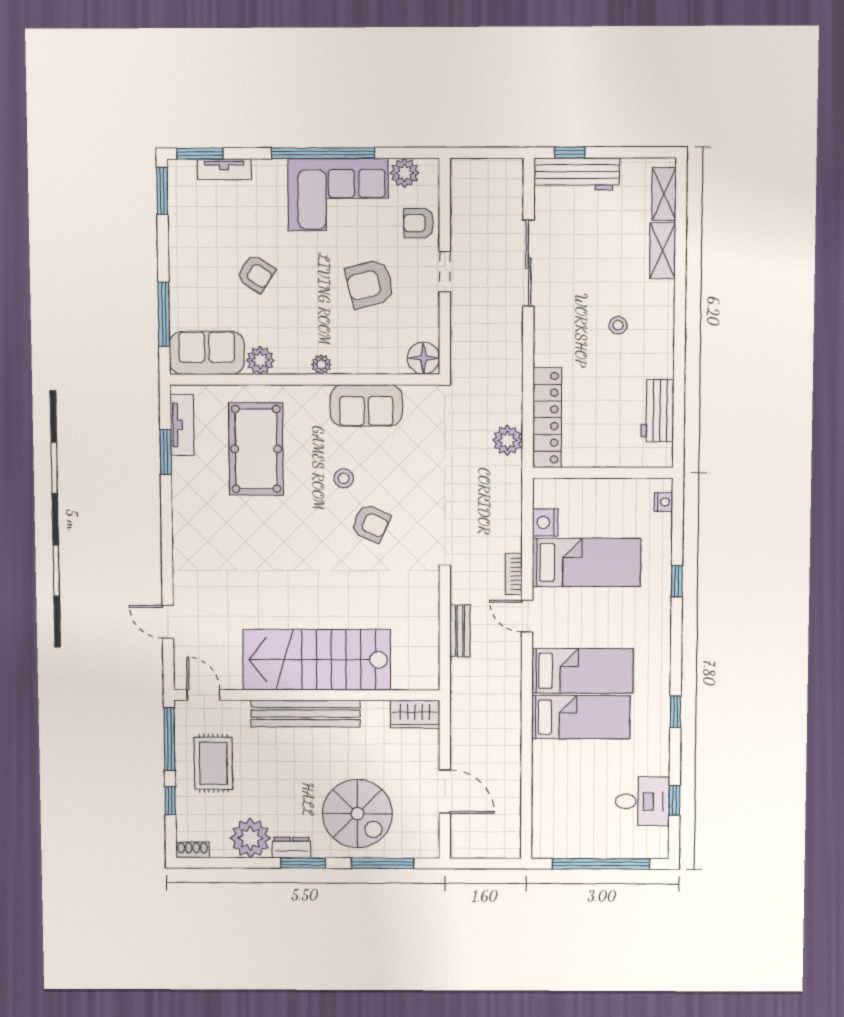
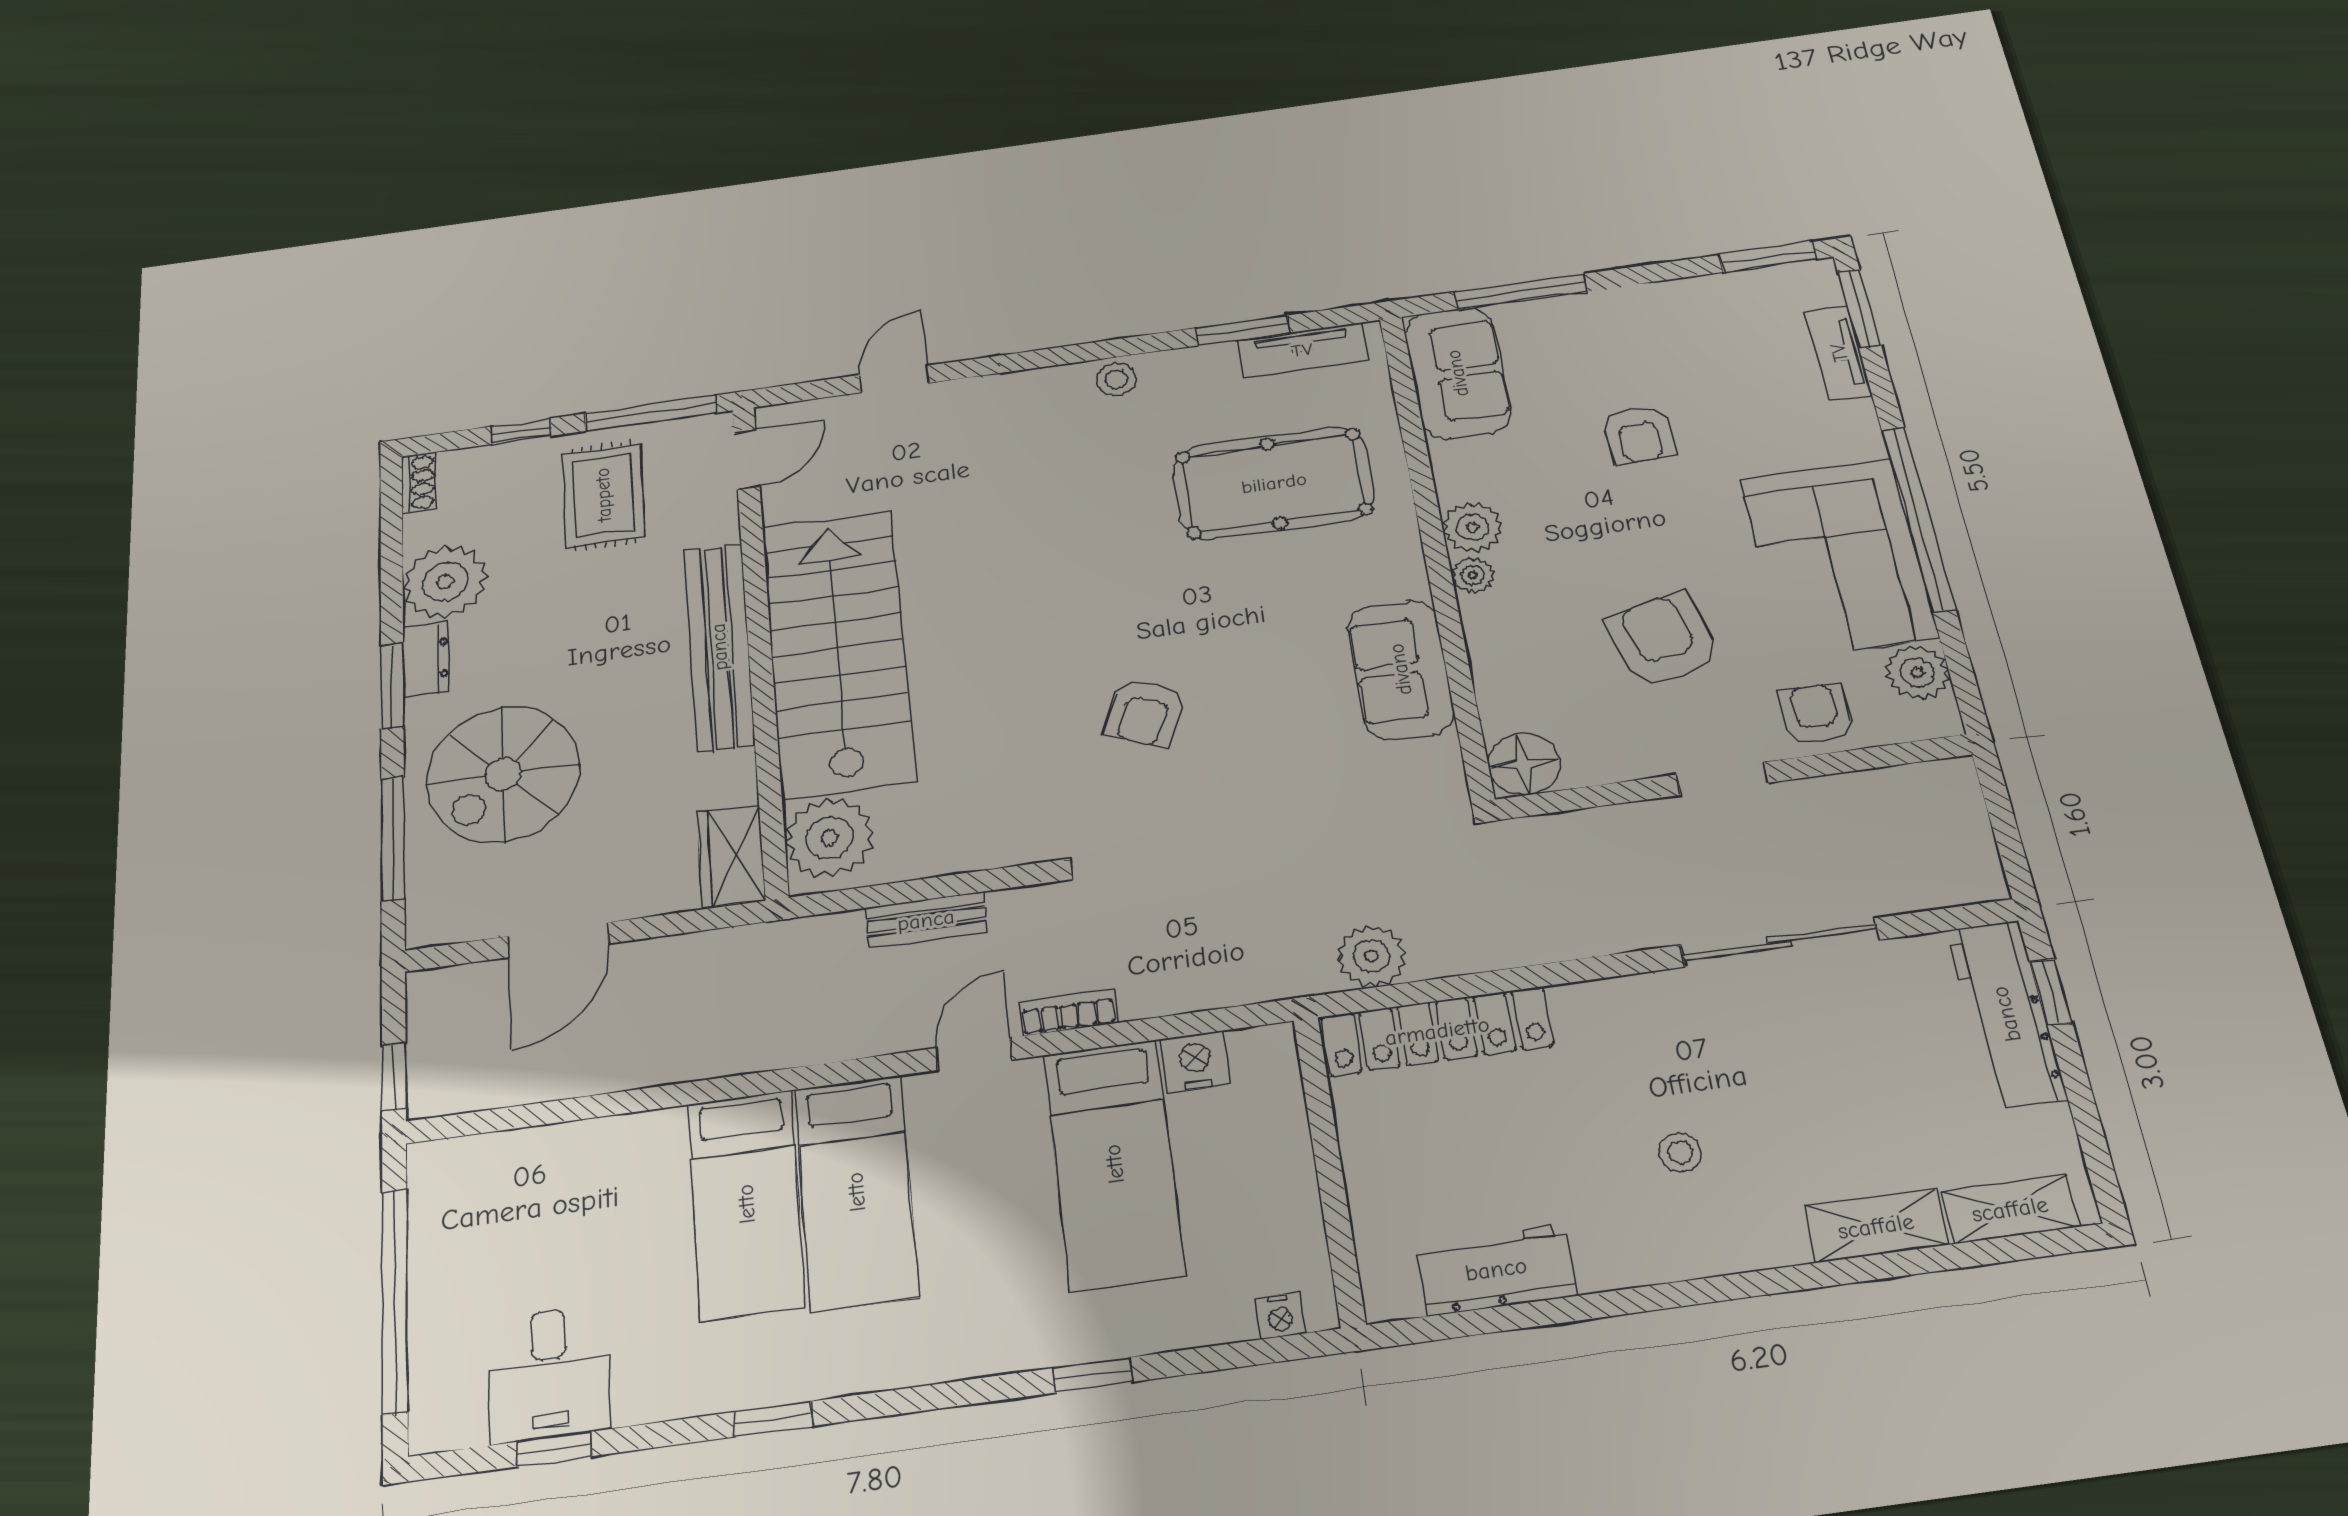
armchair: (256, 274) -> (1639, 435), turned -36
plant: (260, 360) -> (1472, 527), moved
stool: (344, 478) -> (1116, 379), moved
plant: (413, 670) -> (829, 838), added
rug: (213, 763) -> (603, 495), turned 90
window: (500, 864) -> (394, 1077), added

